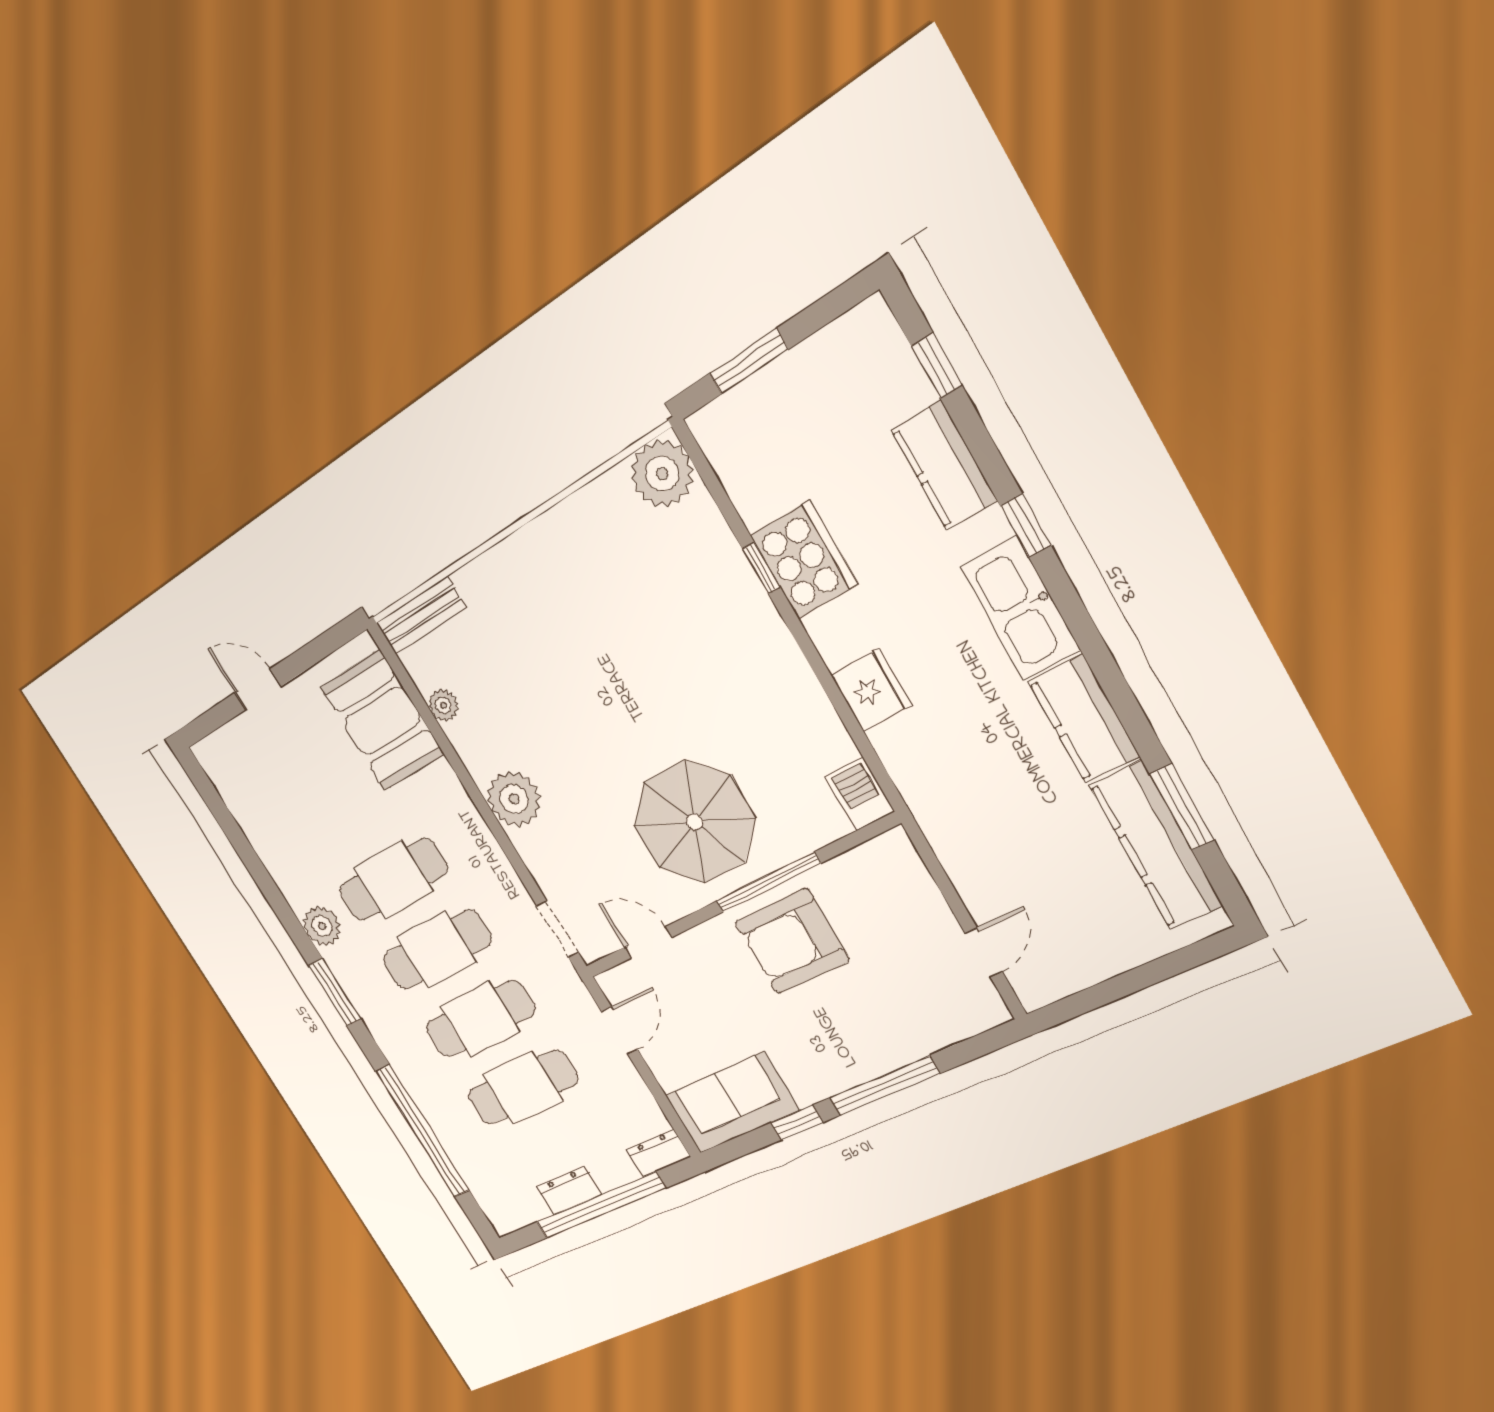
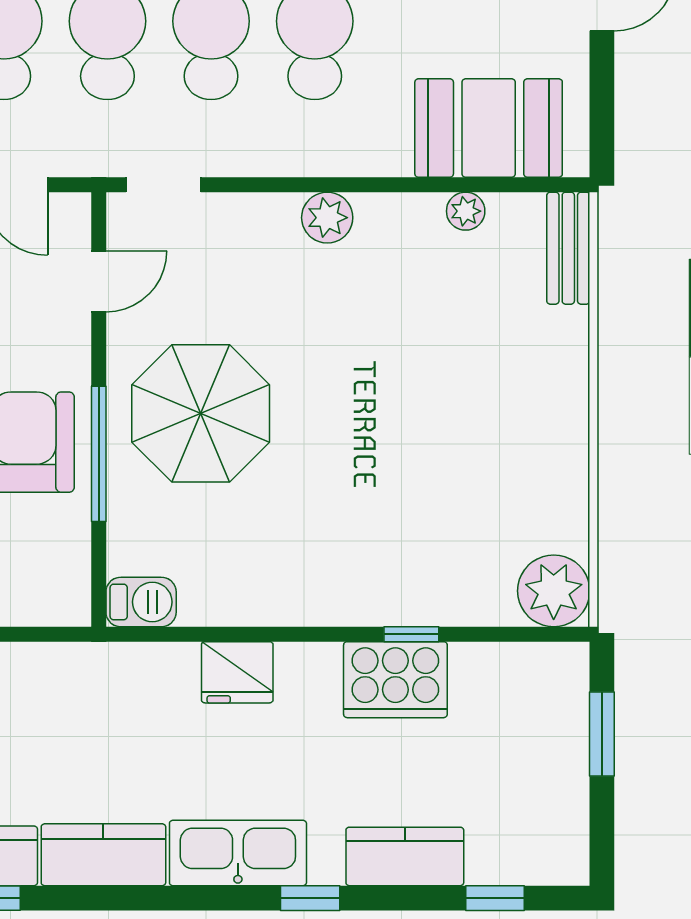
plant: (514, 799) -> (327, 218), width x0.73, depth x0.73

